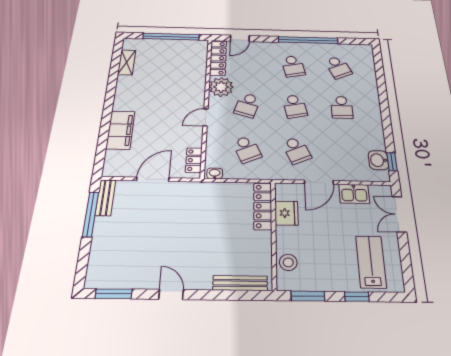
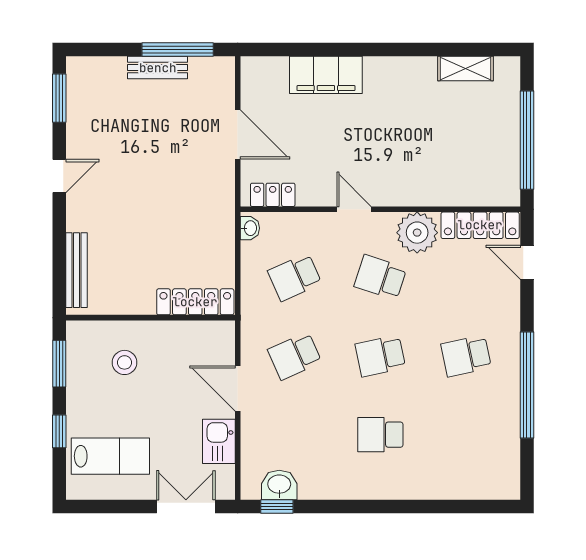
school desk: (338, 67) -> (466, 435), removed
bench: (106, 198) -> (158, 68), moved
fridge: (286, 213) -> (185, 337), removed
stool: (288, 262) -> (124, 362), moved

